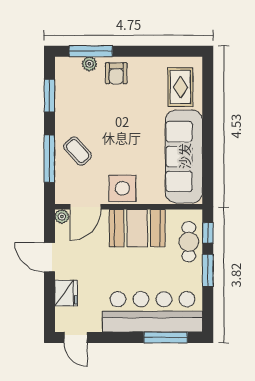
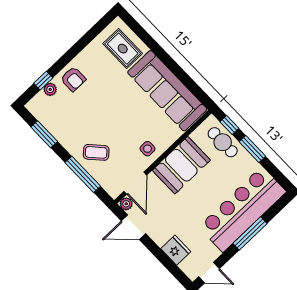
window: (91, 51) -> (43, 81), width x0.46
side table: (122, 188) -> (147, 149), width x0.54, depth x0.54
door: (49, 257) -> (133, 227), moved
window: (166, 338) -> (250, 233), moved

